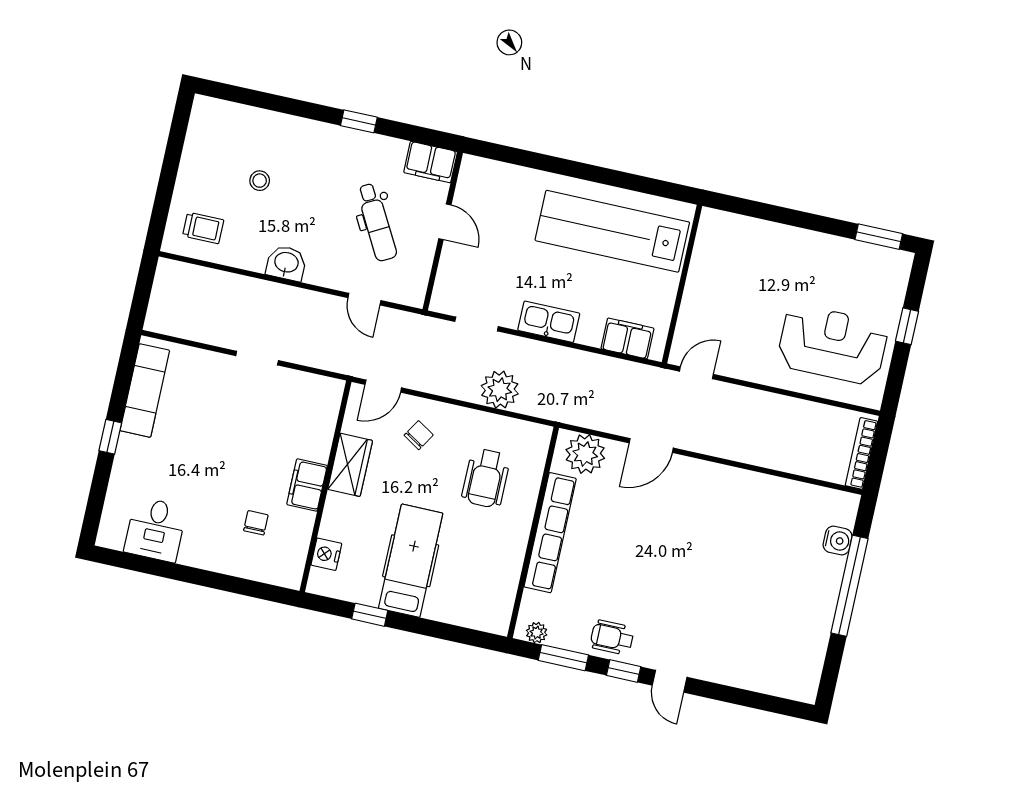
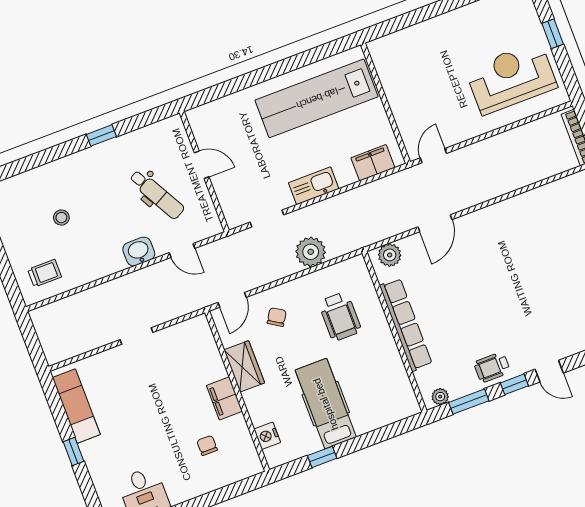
filing cabinet: (431, 162) -> (166, 131), removed
washbasin: (286, 263) -> (139, 251), moved
plant: (585, 454) -> (390, 255), width x0.73, depth x0.73

